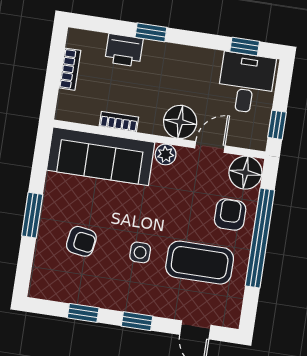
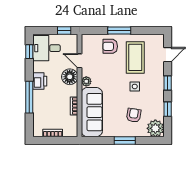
window: (151, 32) -> (29, 97), width x2.17
printer: (124, 50) -> (40, 81), moved
floor lamp: (245, 173) -> (89, 42), removed
window: (260, 238) -> (119, 30), width x0.47
plant: (48, 282) -> (155, 128), added

